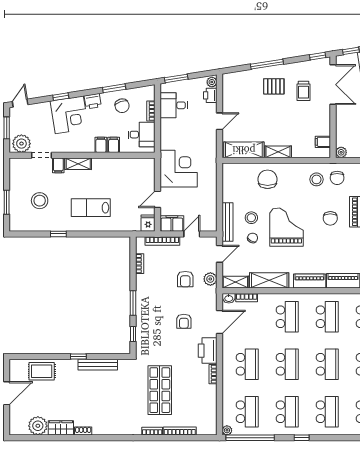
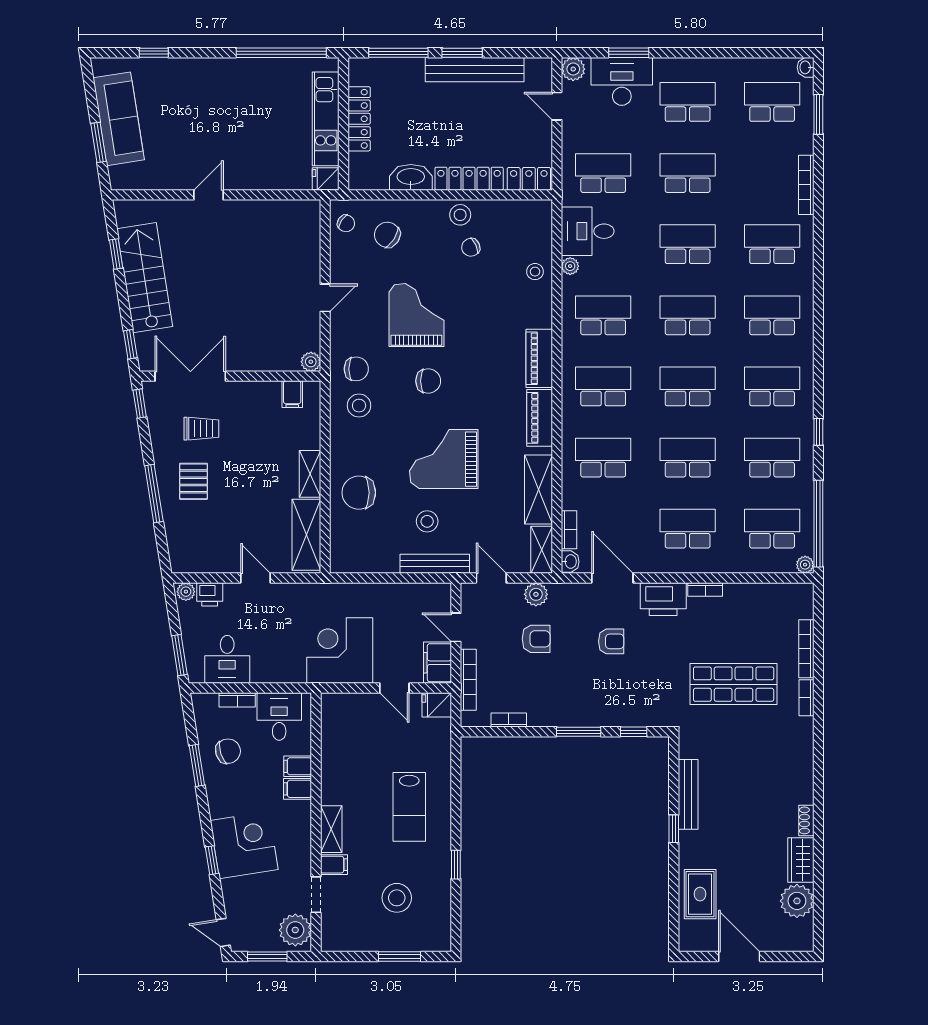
printer: (93, 101) -> (220, 803), removed
chair: (253, 238) -> (463, 519), removed

